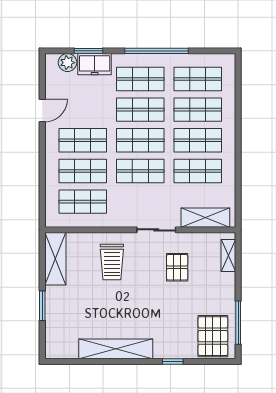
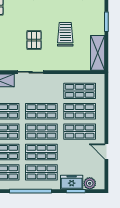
door: (42, 110) -> (106, 151), hinge flipped
trolley: (112, 262) -> (65, 34), moved
pallet: (177, 267) -> (34, 40), moved

